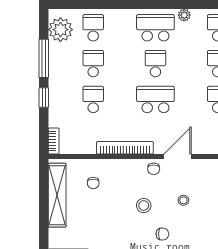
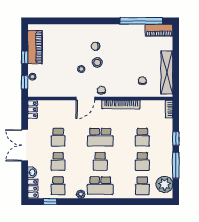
stool: (144, 205) -> (97, 62), moved

